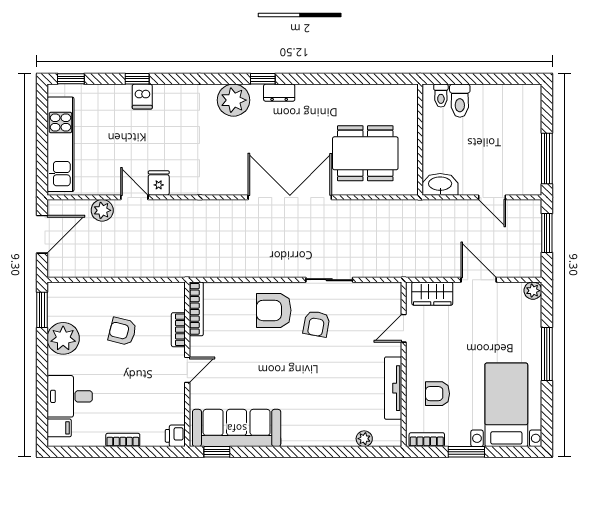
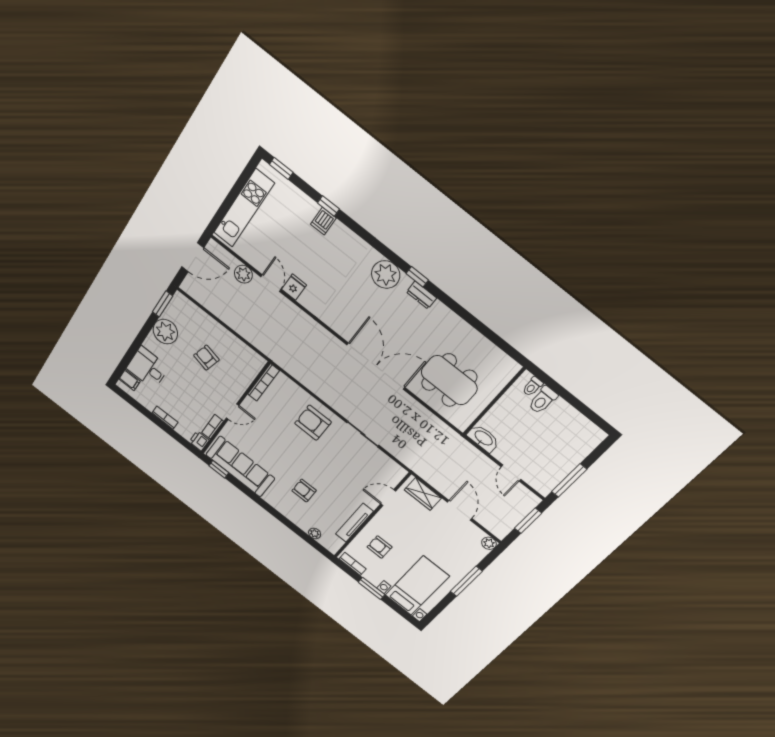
armchair: (316, 324) -> (304, 491), moved, turned 80
bookcase: (178, 330) -> (212, 427), moved

